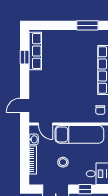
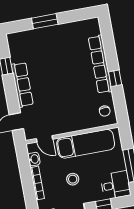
window: (87, 25) -> (45, 21), moved
row of seats: (35, 51) -> (22, 85), moved

